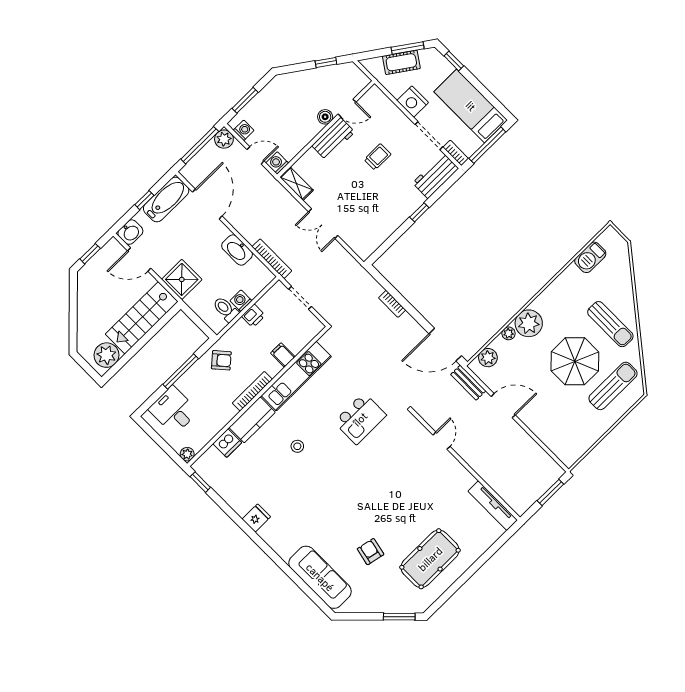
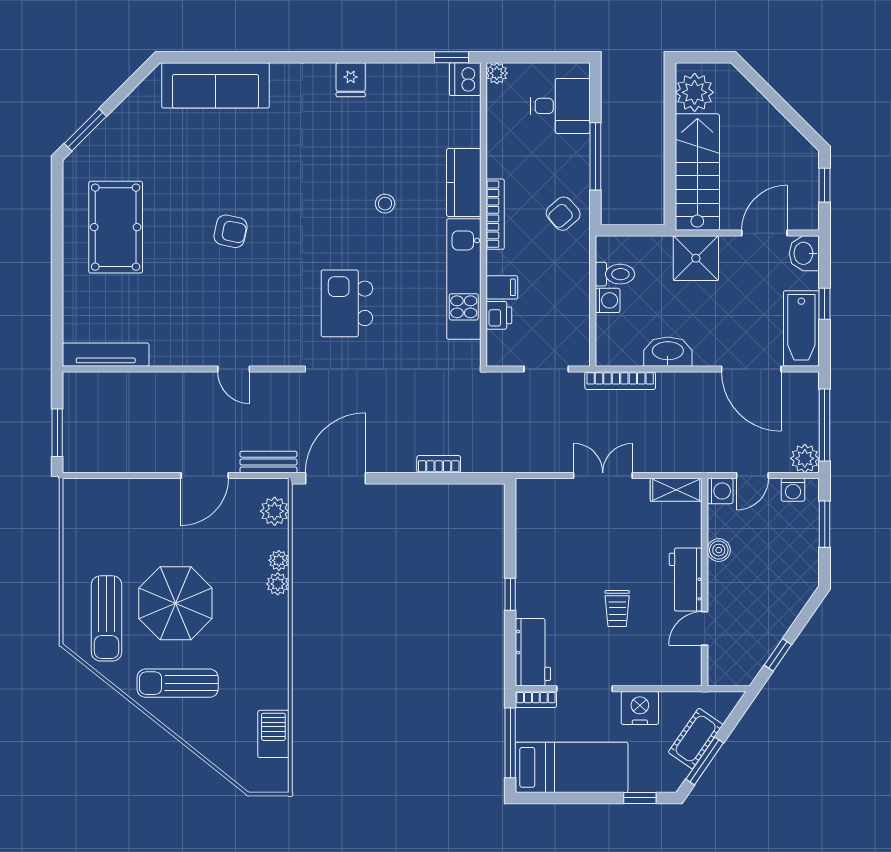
boiler: (325, 117) -> (719, 550), moved
printer: (253, 316) -> (499, 315), moved, turned 180
plant: (529, 323) -> (278, 584), width x0.53, depth x0.53
dishwasher: (227, 443) -> (465, 79), moved
armchair: (371, 552) -> (231, 231), moved

